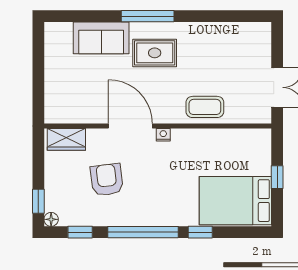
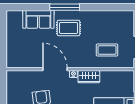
coffee table: (205, 107) -> (107, 50), moved
wardrobe: (66, 139) -> (89, 77), moved

